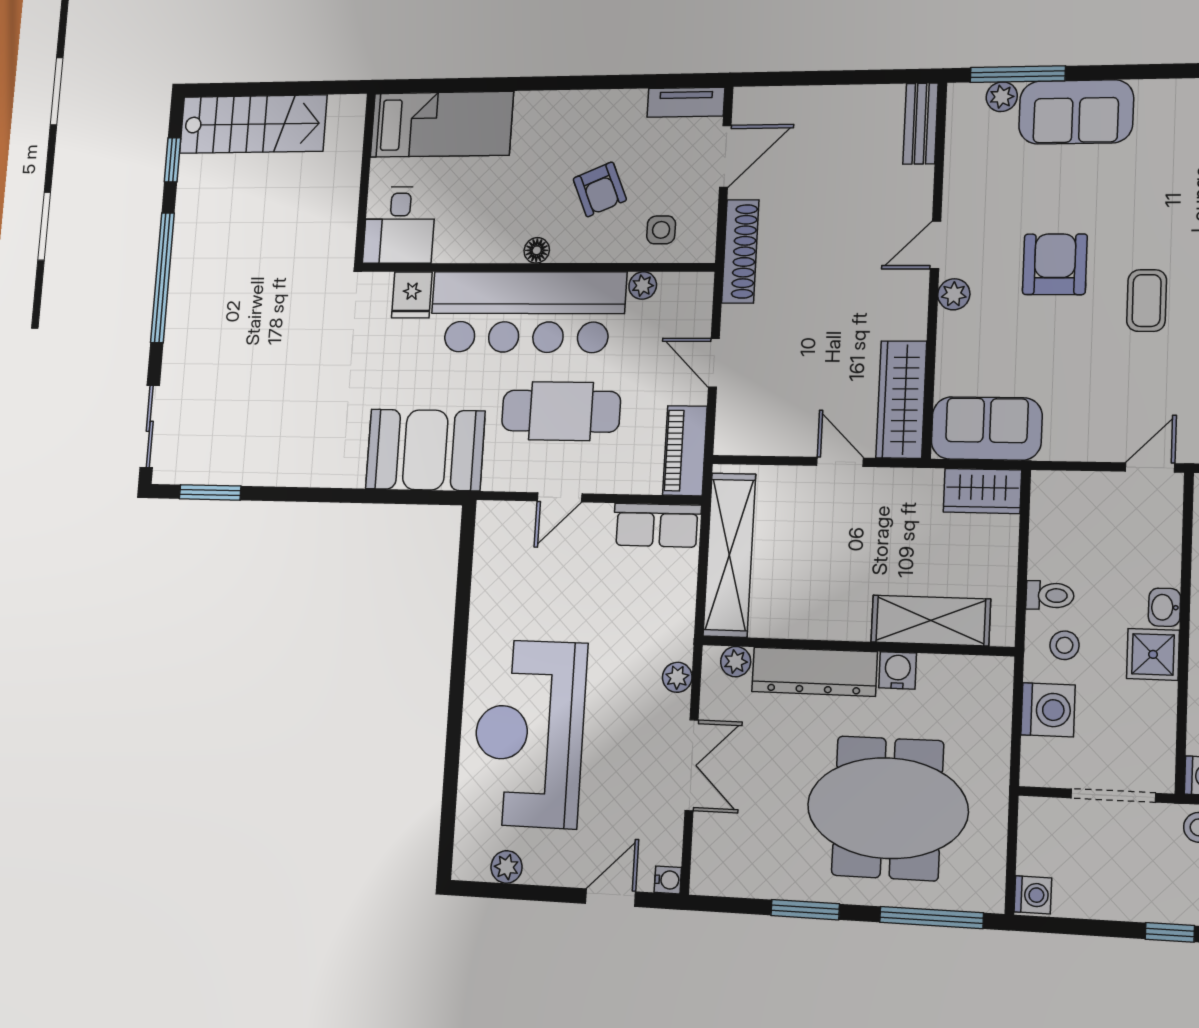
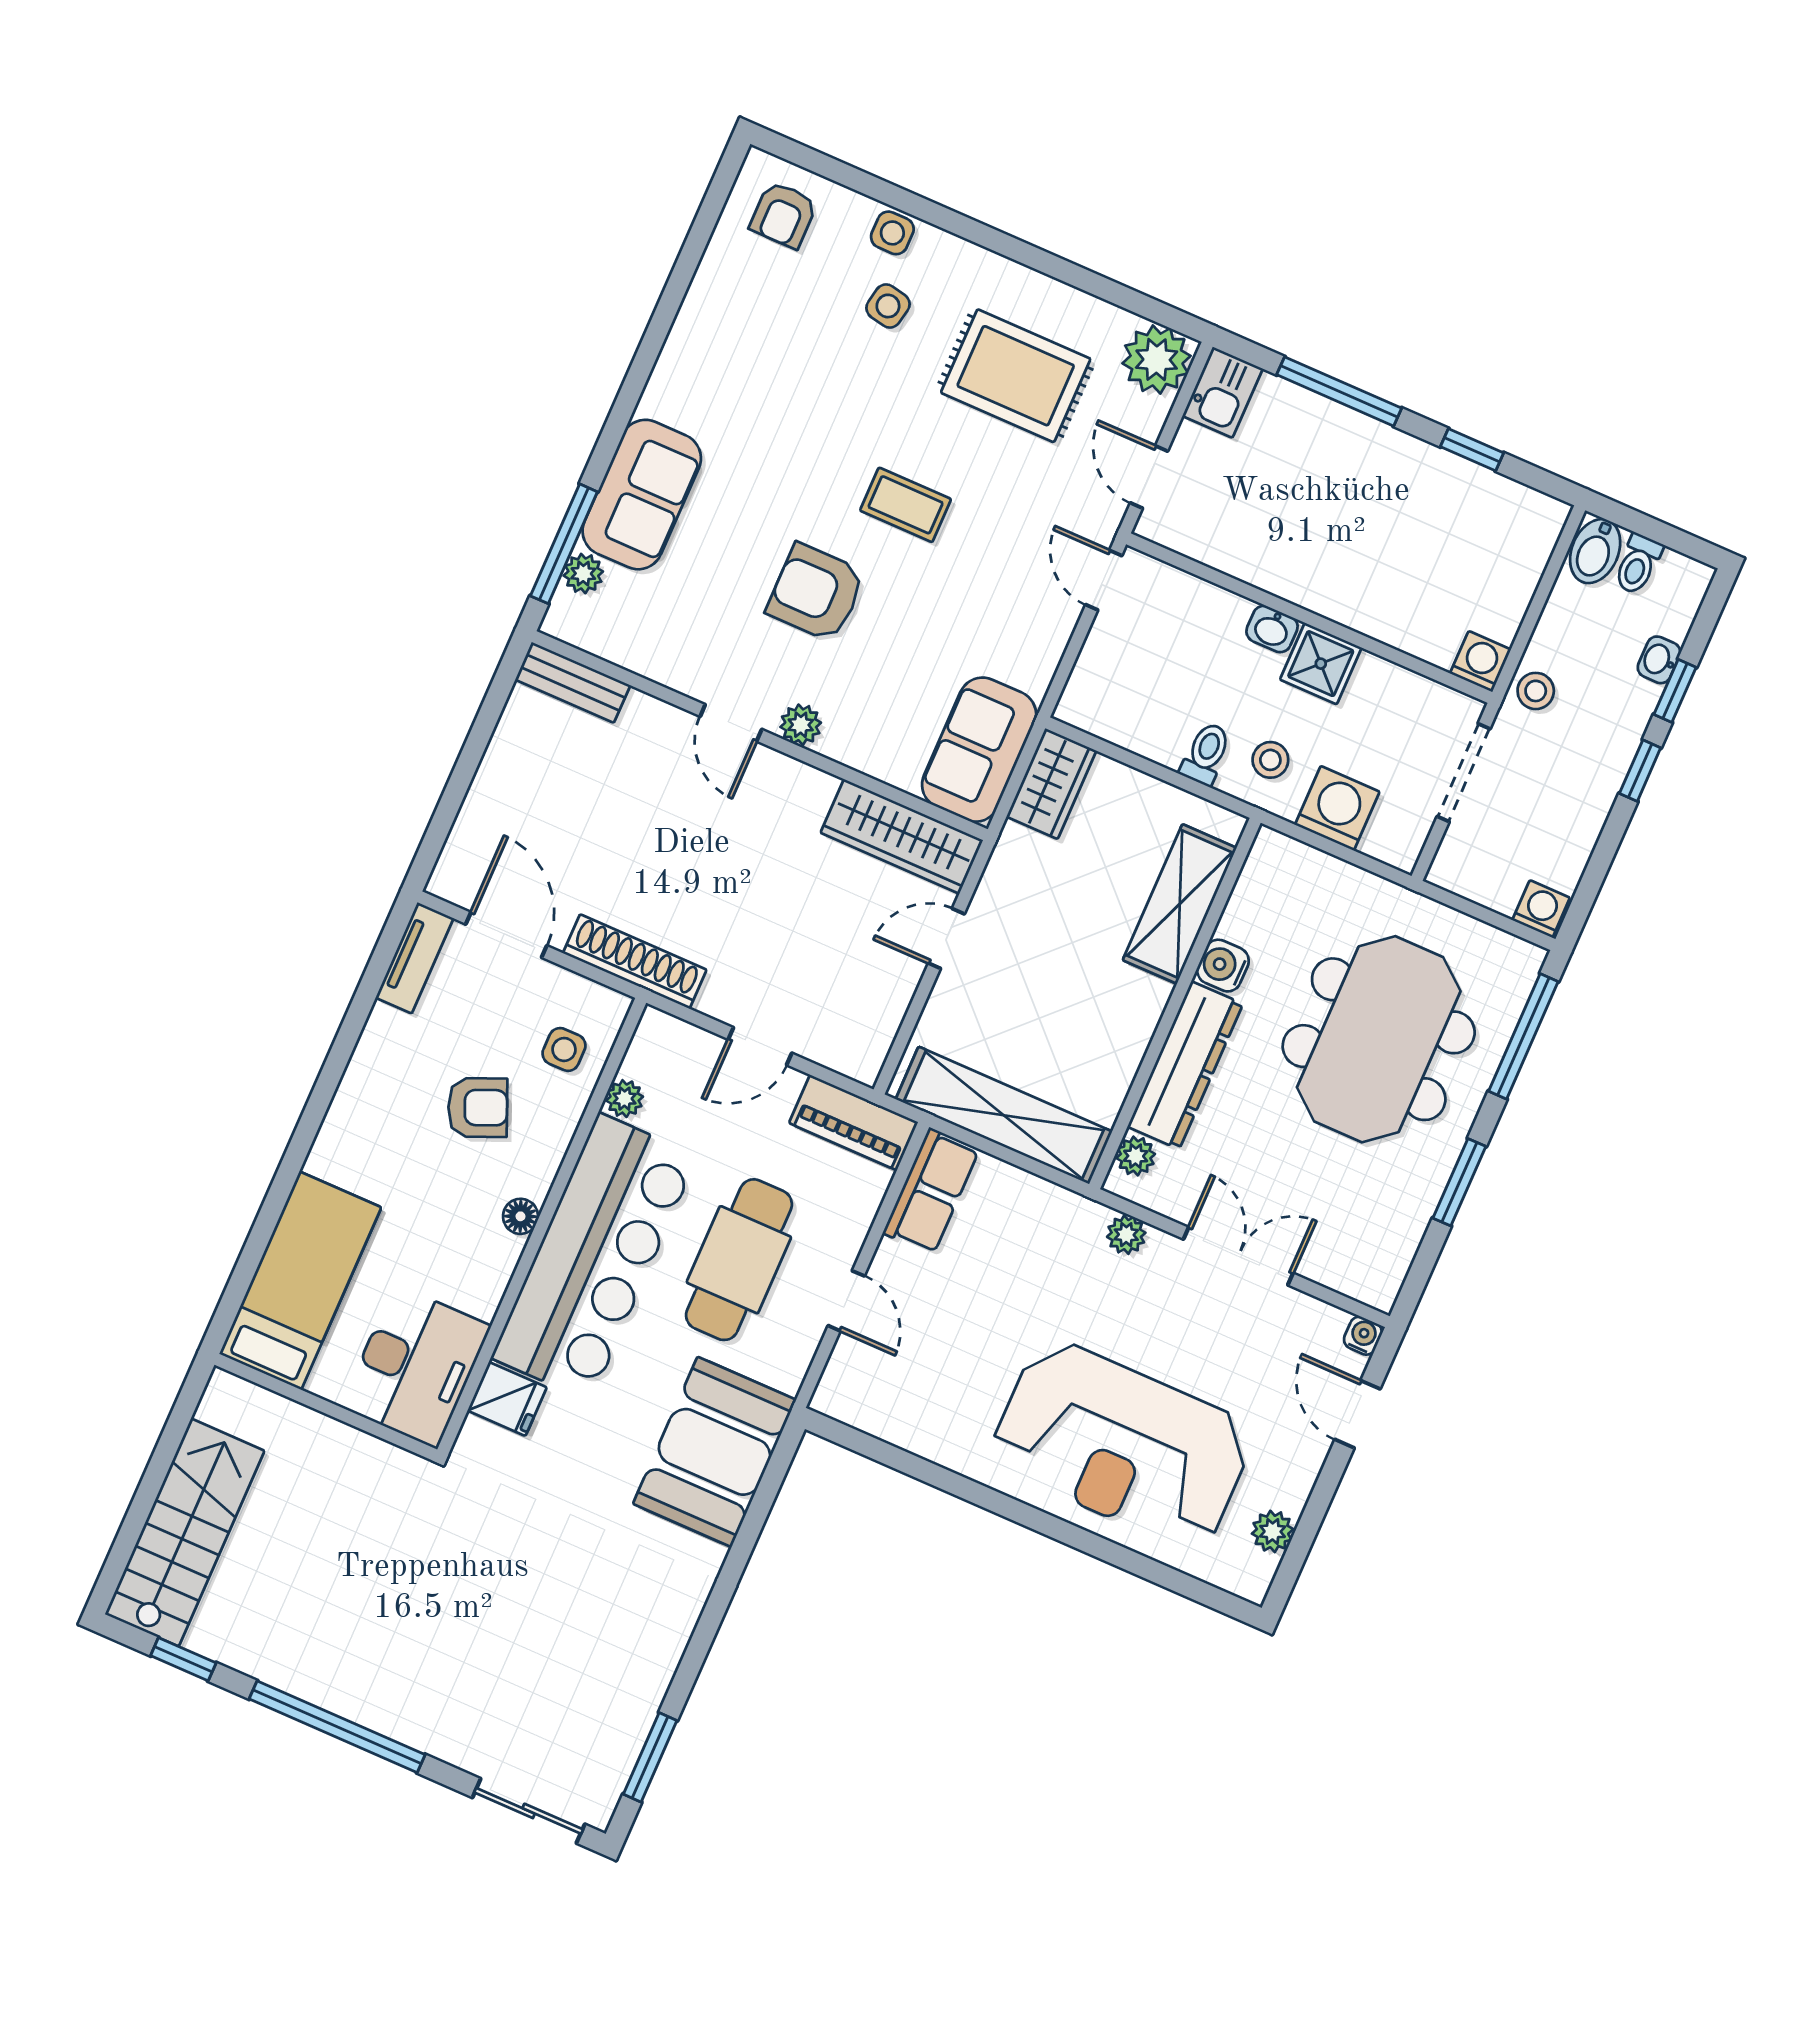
desk: (399, 225) -> (416, 1366), width x1.37

